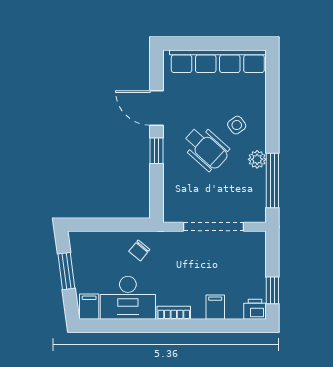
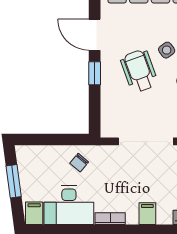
wheelchair: (206, 148) -> (139, 71), turned -152

